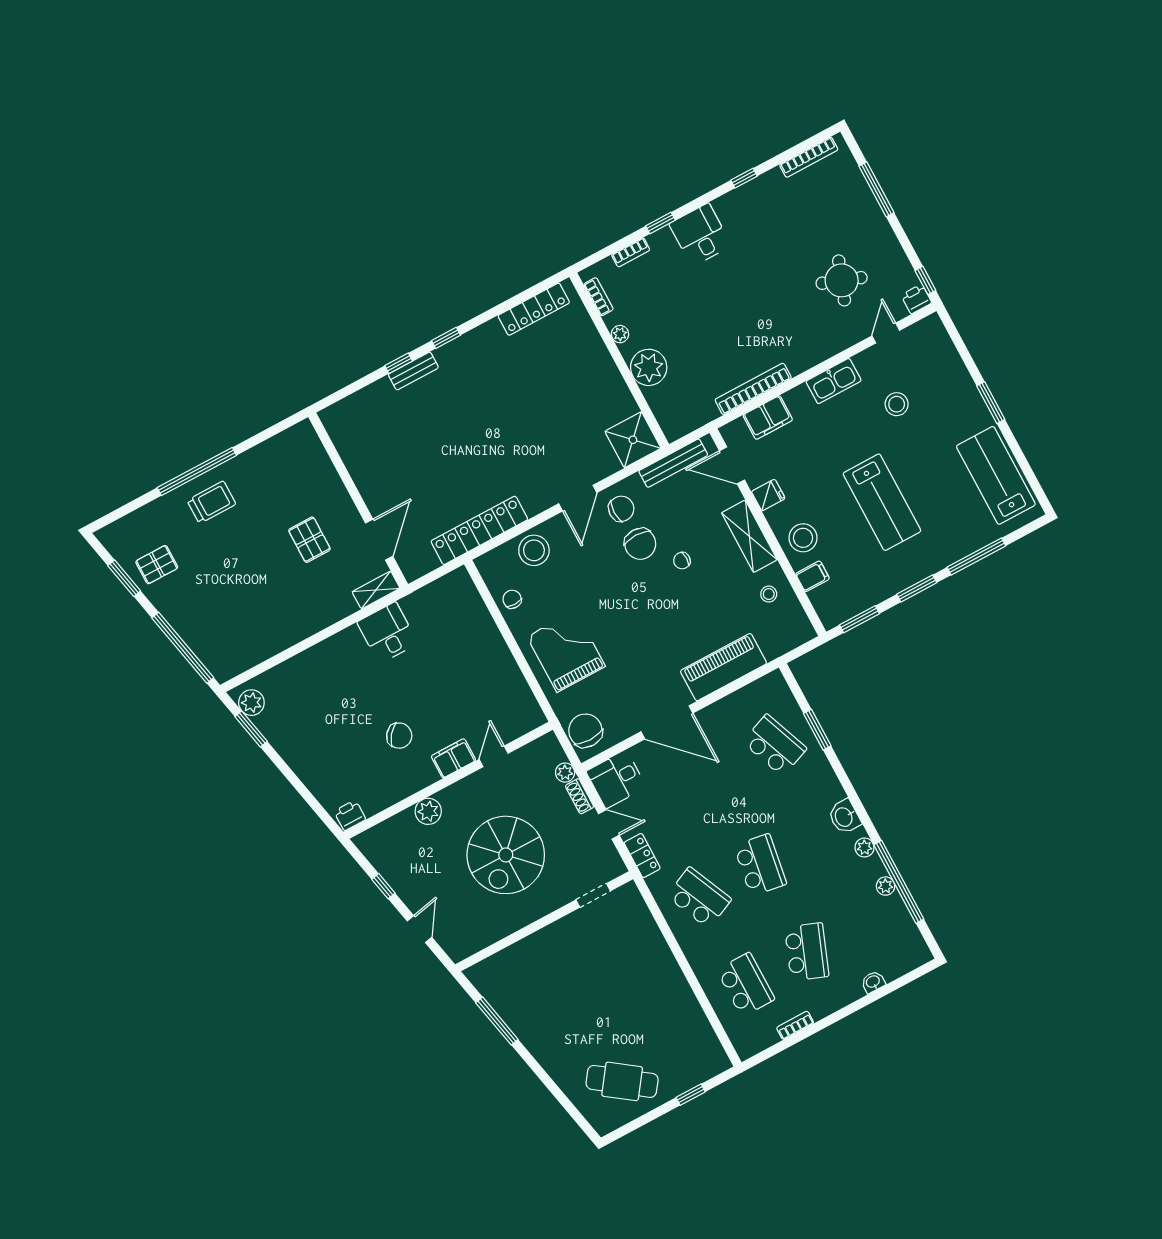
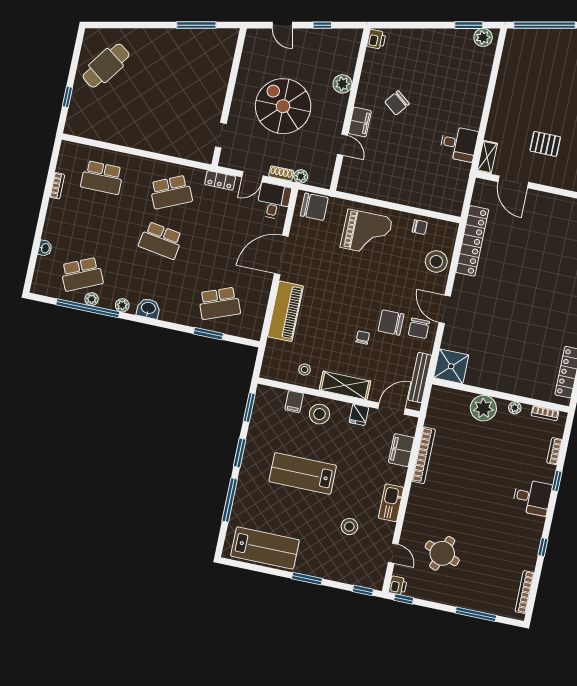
window: (953, 332) -> (363, 590), added
school desk: (807, 952) -> (82, 274), moved, turned -45

